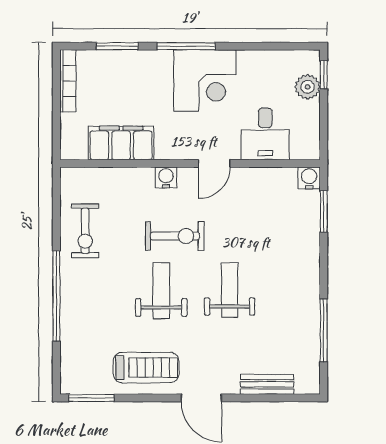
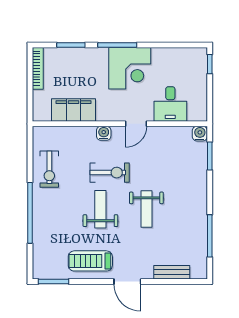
plant: (308, 87) -> (199, 72), removed
weight bench: (230, 290) -> (146, 209), turned 180
treadmill: (146, 367) -> (90, 261), turned 180

